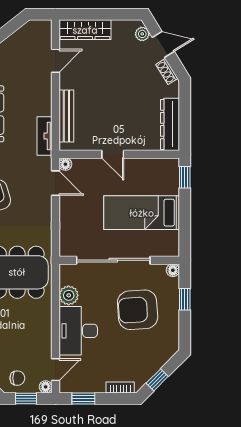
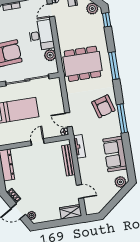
wardrobe: (85, 30) -> (71, 212), width x0.67
door: (55, 61) -> (80, 192), swing flipped
door: (113, 154) -> (38, 142), hinge flipped

